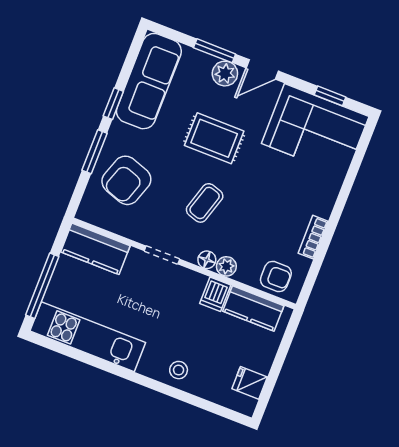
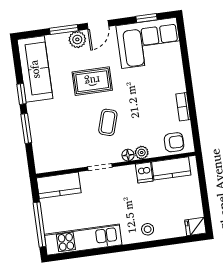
armchair: (126, 180) -> (54, 135), removed
fridge: (250, 383) -> (195, 227), moved

